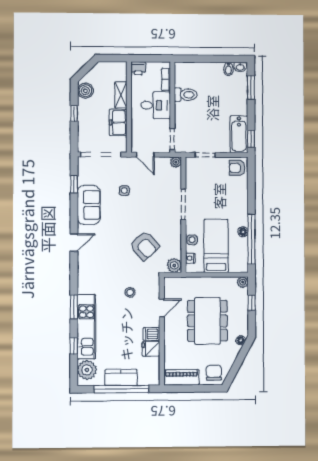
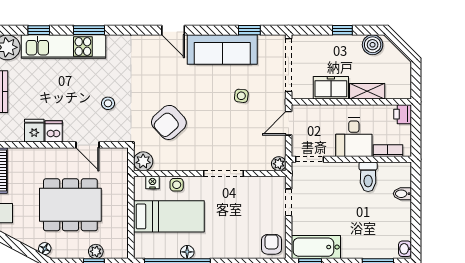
bidet: (228, 69) -> (402, 194), moved
sofa: (89, 205) -> (222, 49), width x1.36
plant: (243, 282) -> (96, 251), moved

